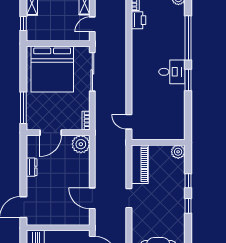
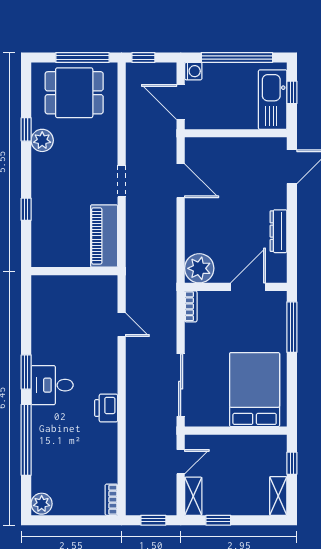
printer: (138, 20) -> (106, 408), moved
bed: (52, 69) -> (255, 390), width x0.73
door: (129, 122) -> (122, 325), moved
plant: (178, 152) -> (42, 140), moved
dresser: (32, 167) -> (279, 231), width x1.44
window: (188, 206) -> (26, 129), moved

